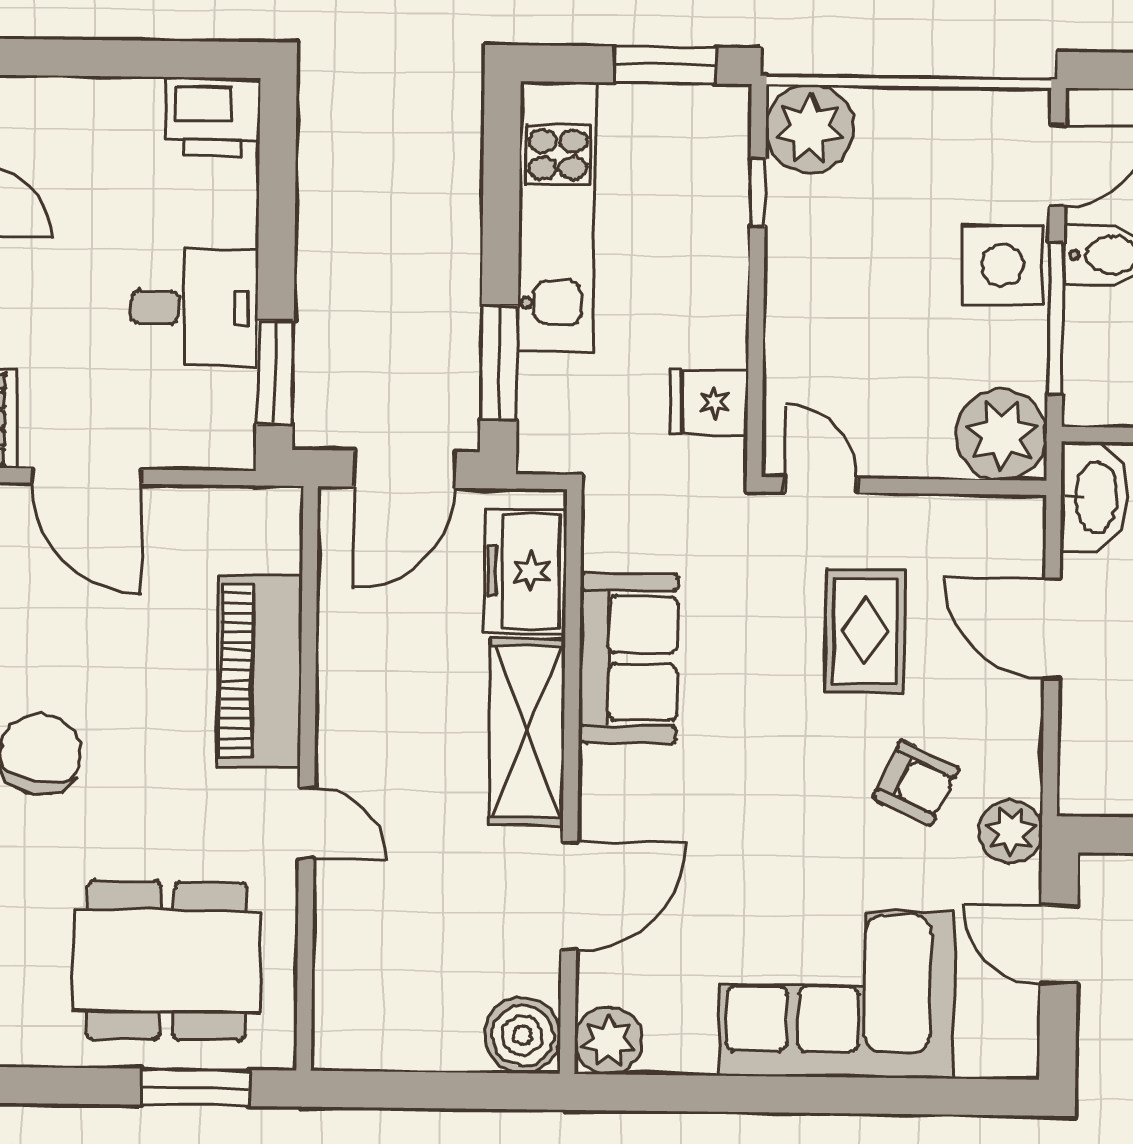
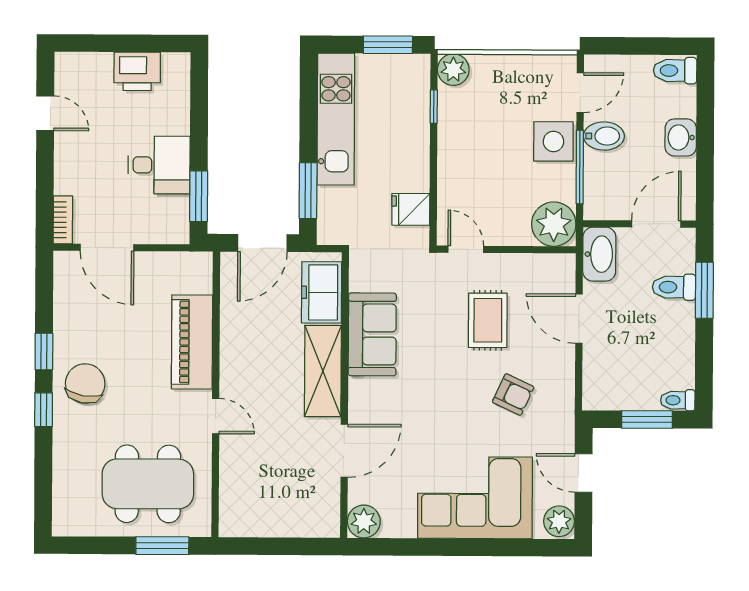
printer: (213, 117) -> (137, 71), moved
plant: (810, 129) -> (453, 70), width x0.73, depth x0.73
plant: (1011, 831) -> (559, 521), moved
boiler: (522, 1035) -> (322, 519), removed

